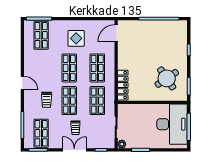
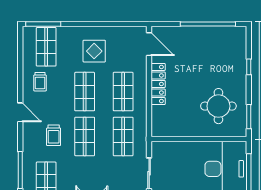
door: (116, 33) -> (149, 44), swing flipped
round table: (167, 78) -> (218, 106), turned 34
locker: (123, 85) -> (158, 84), moved
trolley: (75, 128) -> (40, 82), moved

